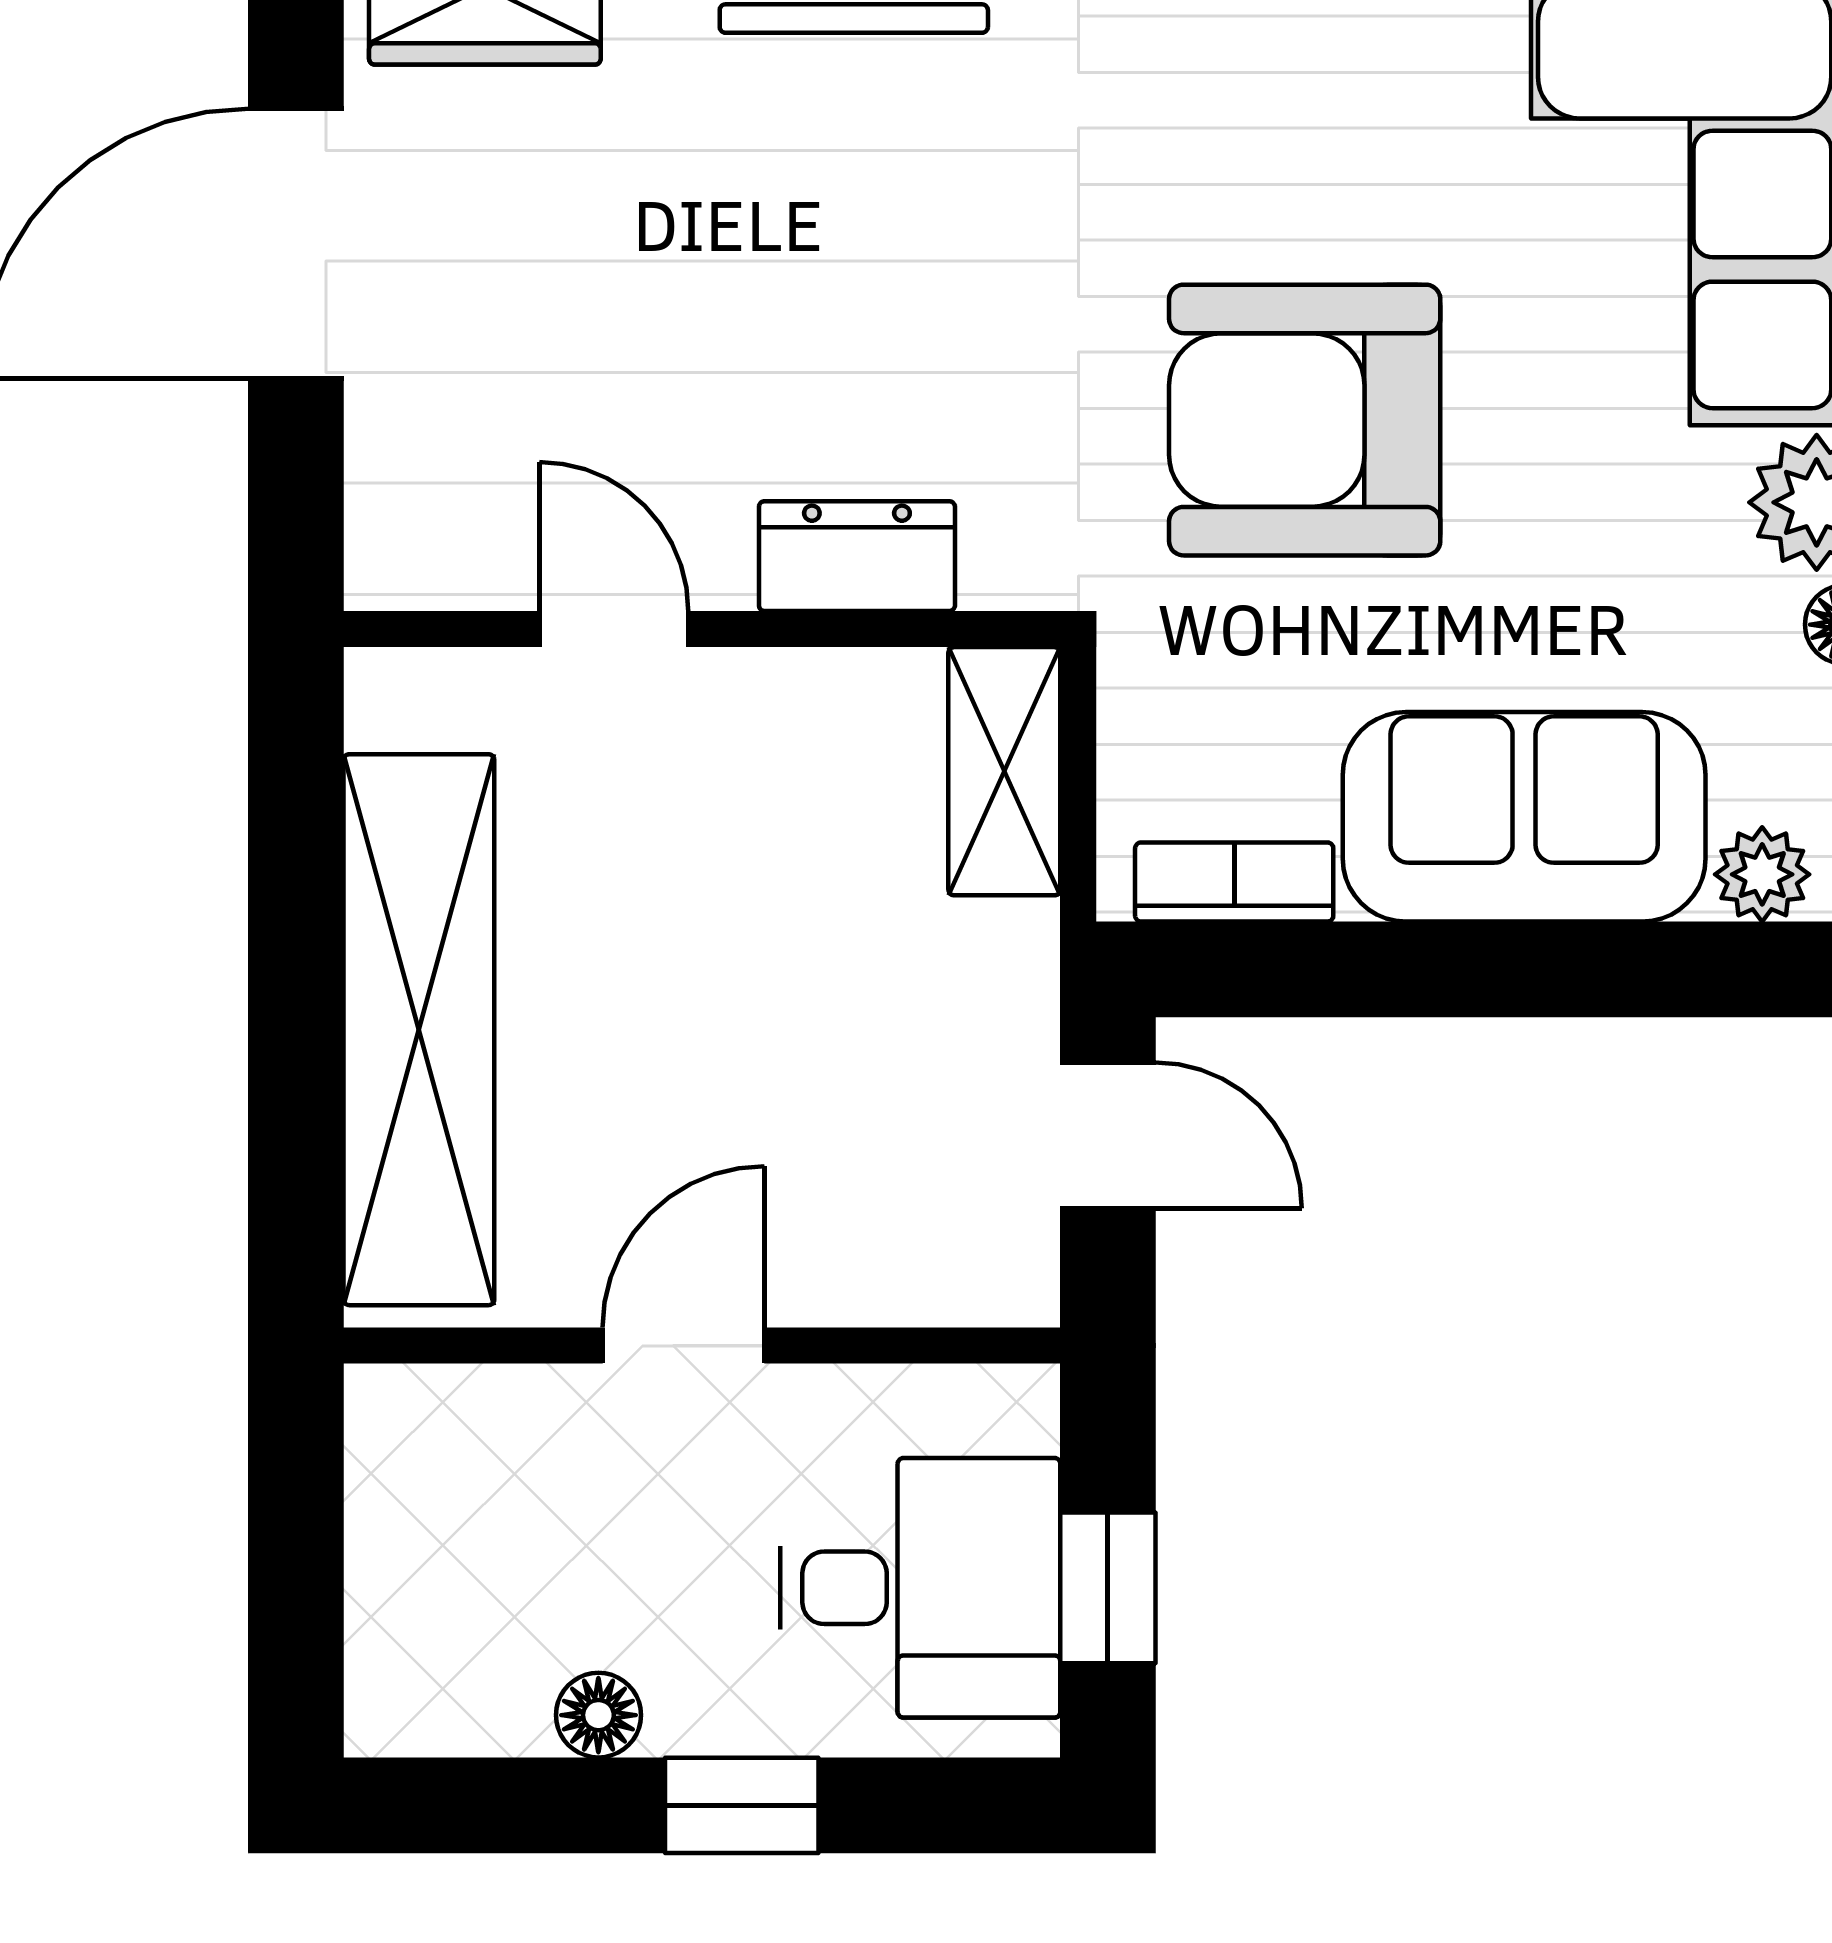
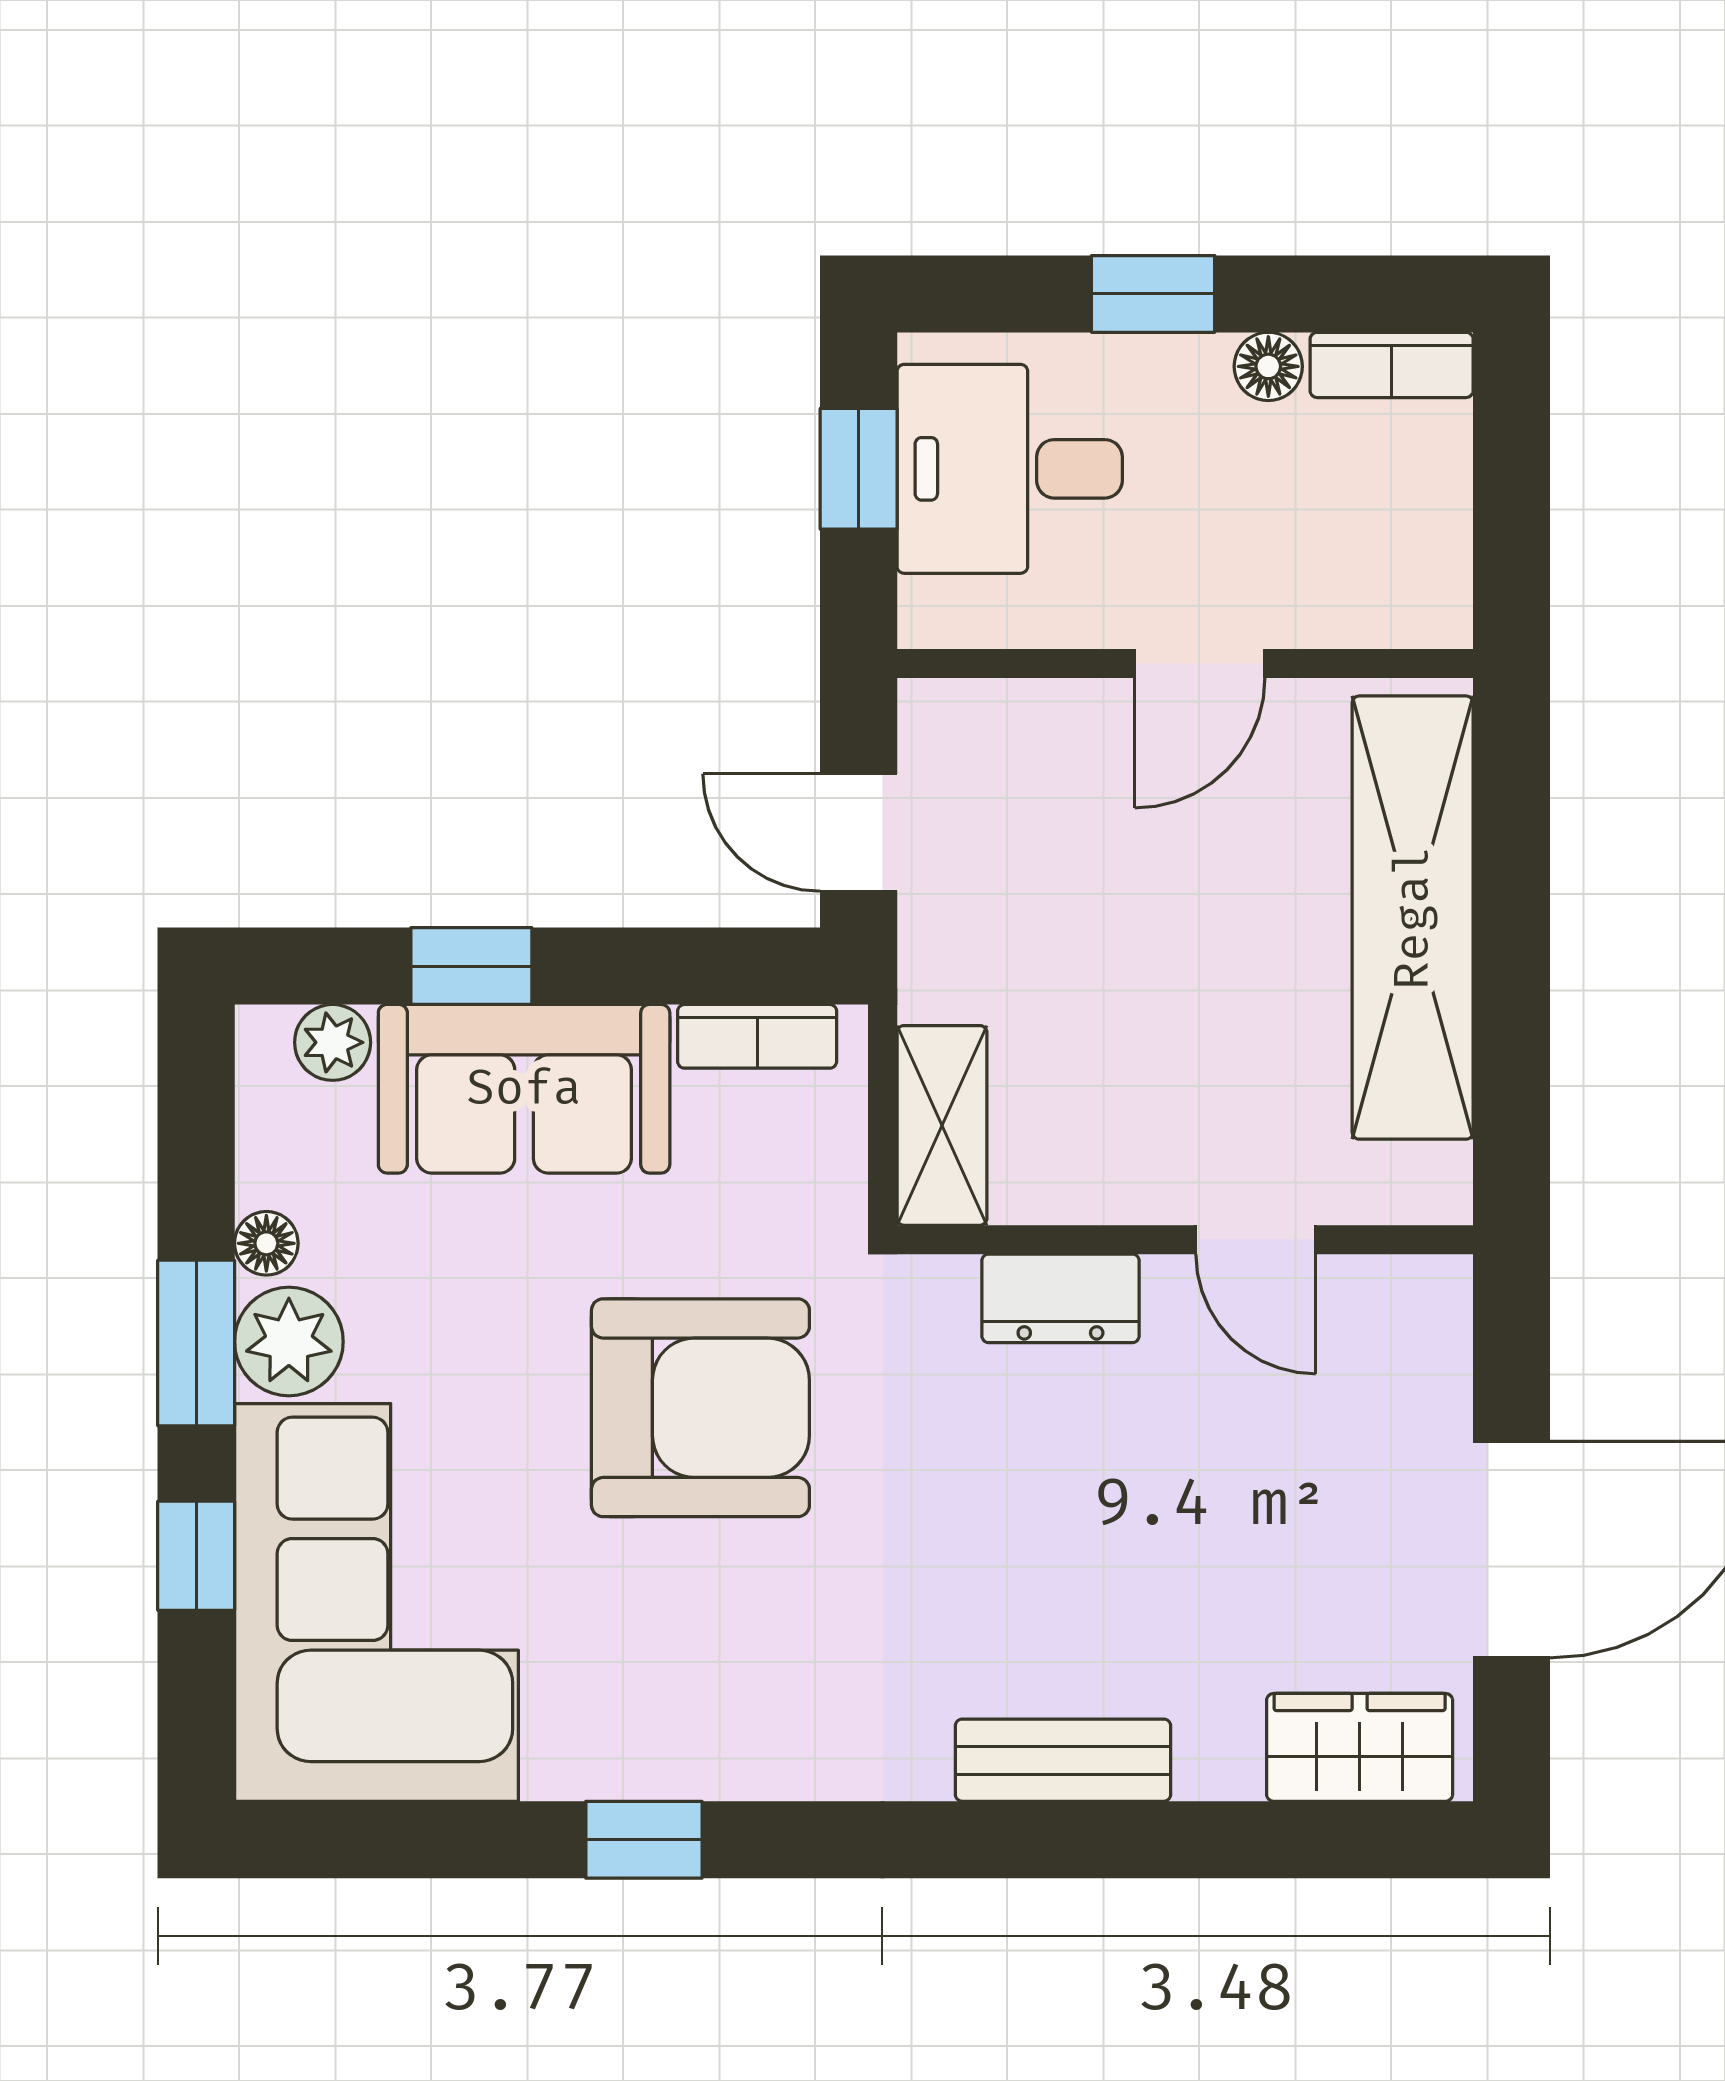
window: (1590, 969) -> (471, 966), added
bookcase: (445, 1717) -> (1392, 365), added

